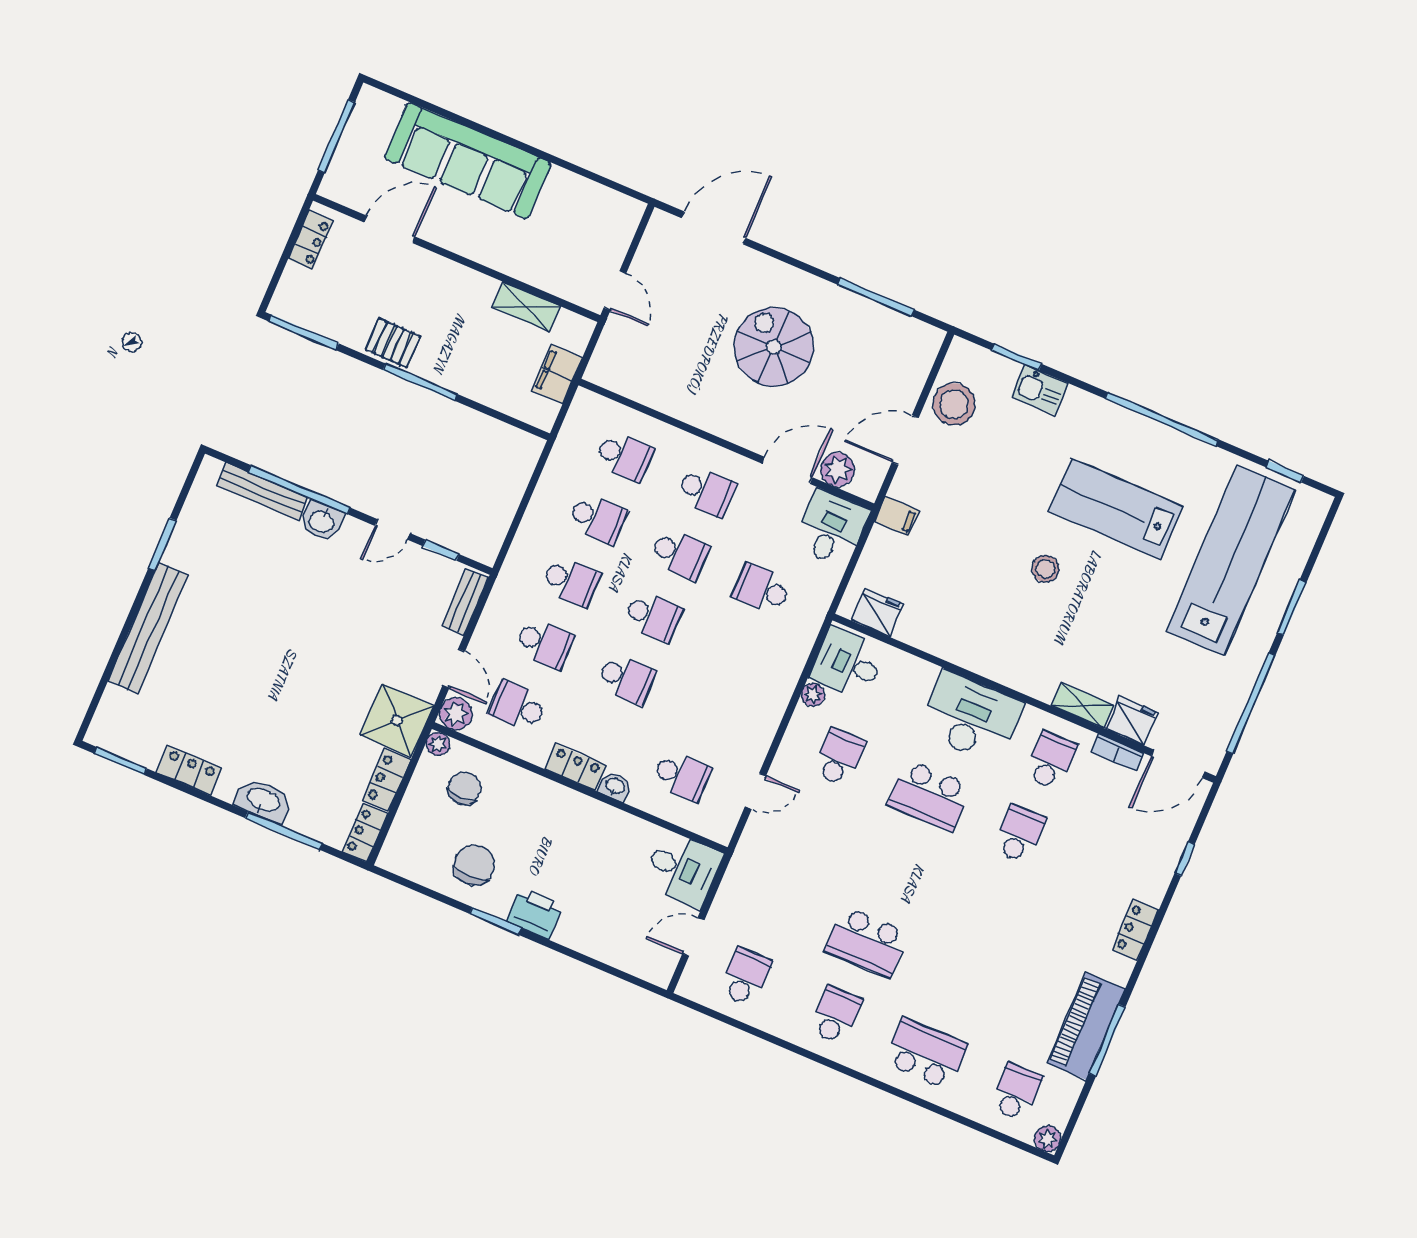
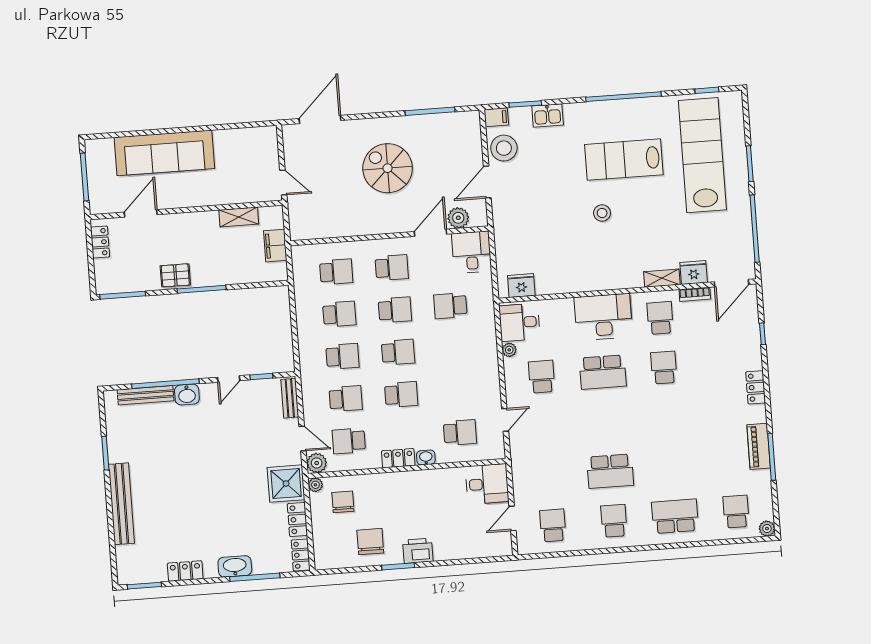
filing cabinet: (897, 516) -> (496, 117), moved
piano: (1086, 1026) -> (759, 446), width x0.73, depth x0.75

